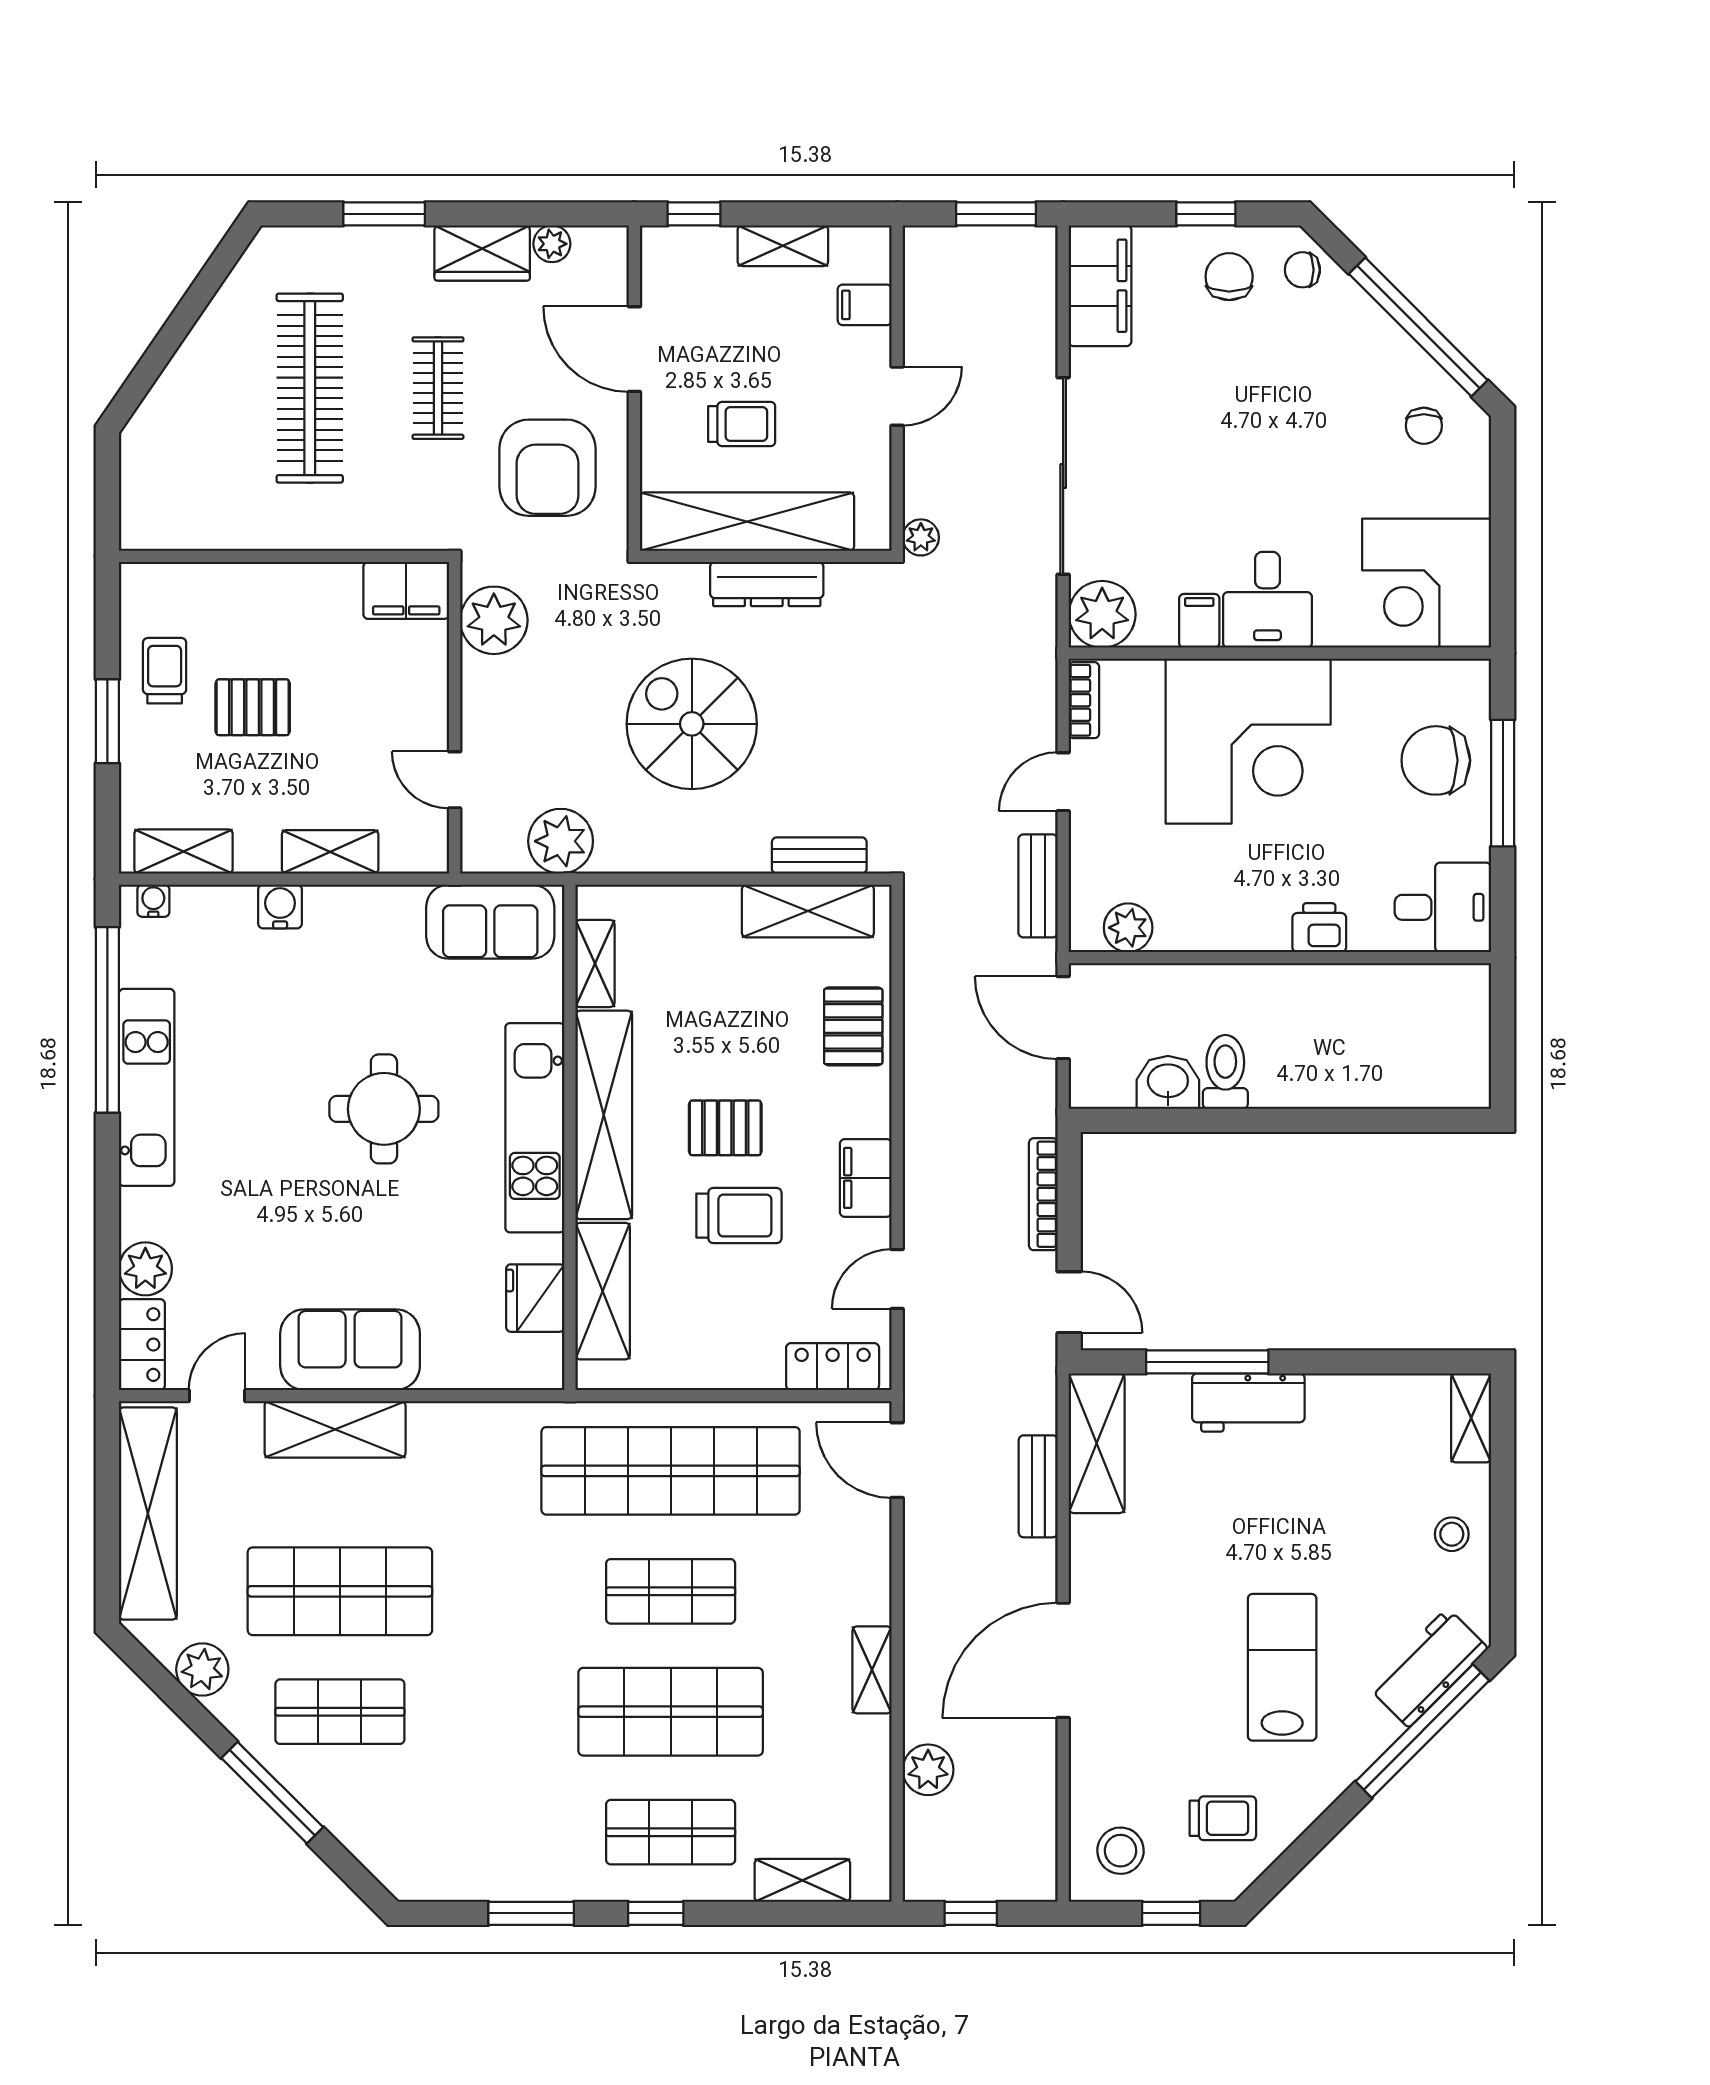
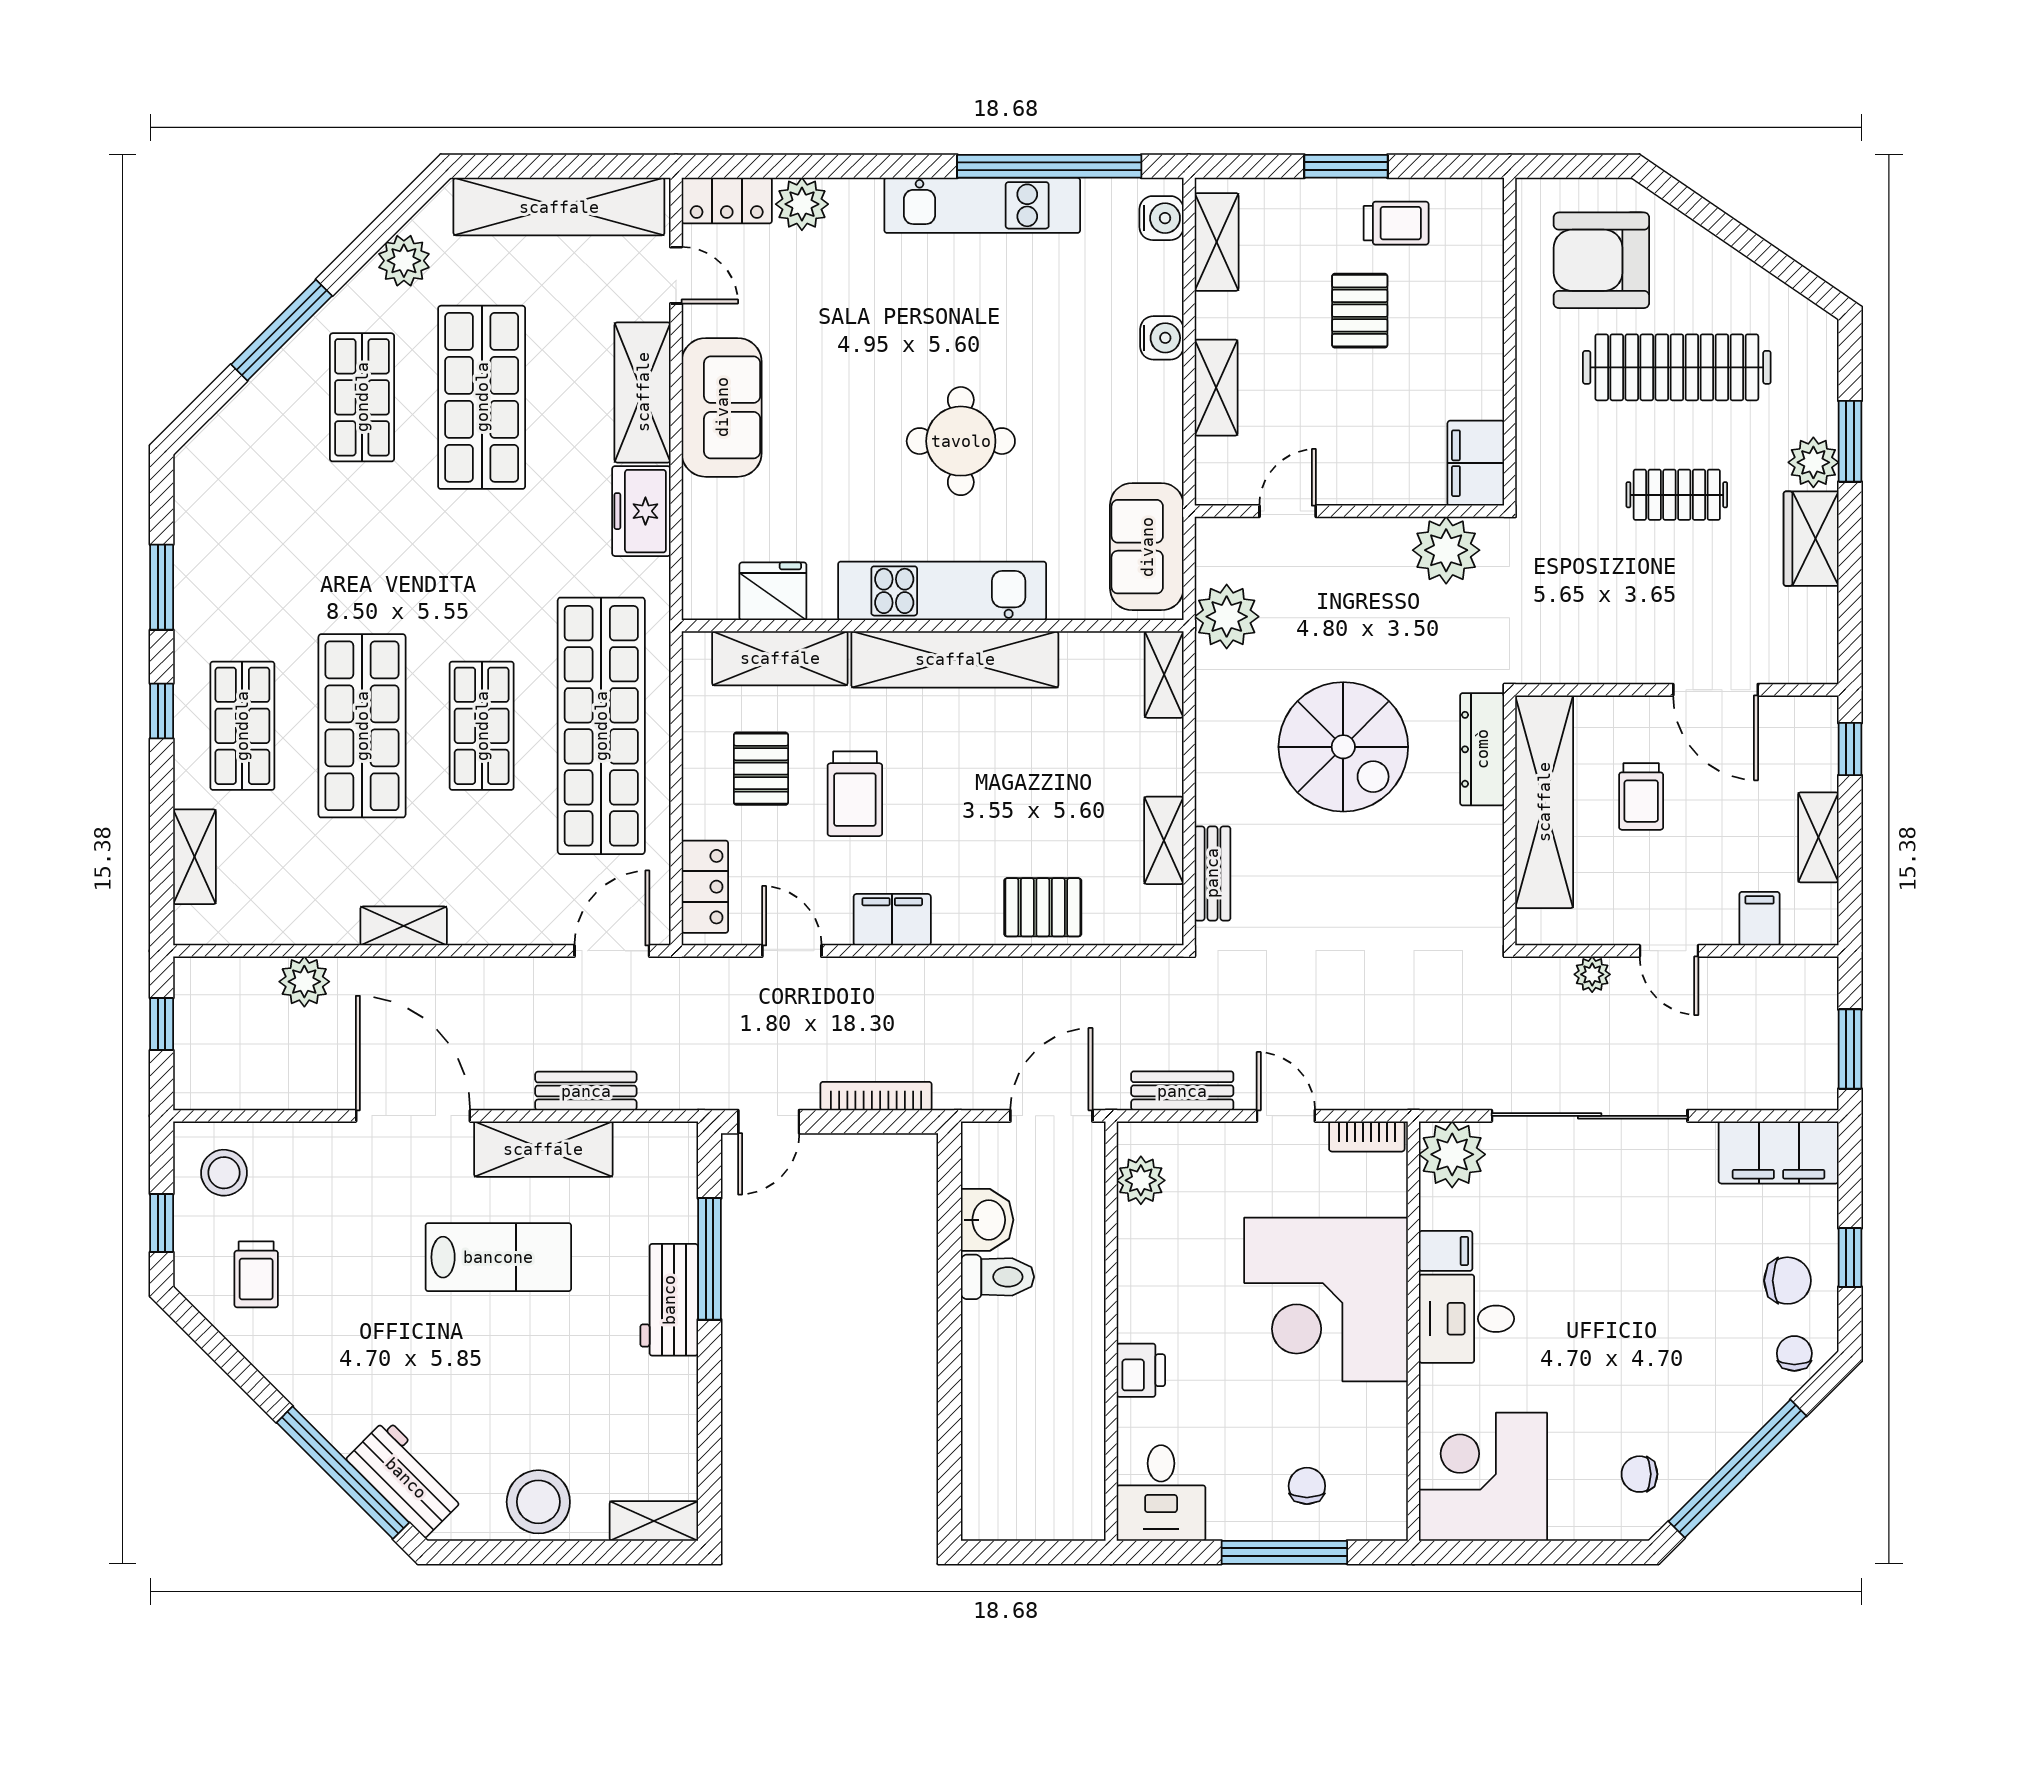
plant: (552, 244) -> (1813, 462), moved, width x1.38, depth x1.38
door: (634, 349) -> (1716, 690), swing flipped
armchair: (548, 468) -> (1601, 260), moved
plant: (921, 537) -> (1592, 974), moved
dresser: (767, 584) -> (1482, 749), moved
spiral stairs: (692, 724) -> (1343, 747), turned 90
chair: (1436, 760) -> (1307, 1486), width x0.54, depth x0.54
water cooler: (153, 901) -> (1161, 218), width x1.38, depth x1.38
shelving: (808, 911) -> (1164, 840), width x0.67, depth x0.75
shelving: (595, 963) -> (1164, 674), moved, turned 90
pallet: (725, 1128) -> (761, 769), moved
freezer: (454, 1431) -> (641, 511), added
shelving: (1097, 1443) -> (543, 1149), moved
stool: (1452, 1534) -> (538, 1502), width x1.89, depth x1.89
lab bench: (1282, 1667) -> (498, 1257), moved

